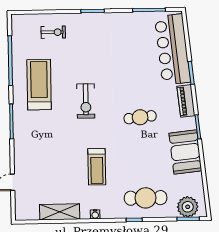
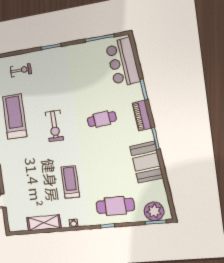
bar counter: (173, 49) -> (123, 62), width x0.73
cafe table: (140, 117) -> (102, 119), moved
treadmill: (97, 167) -> (70, 182), turned 180

